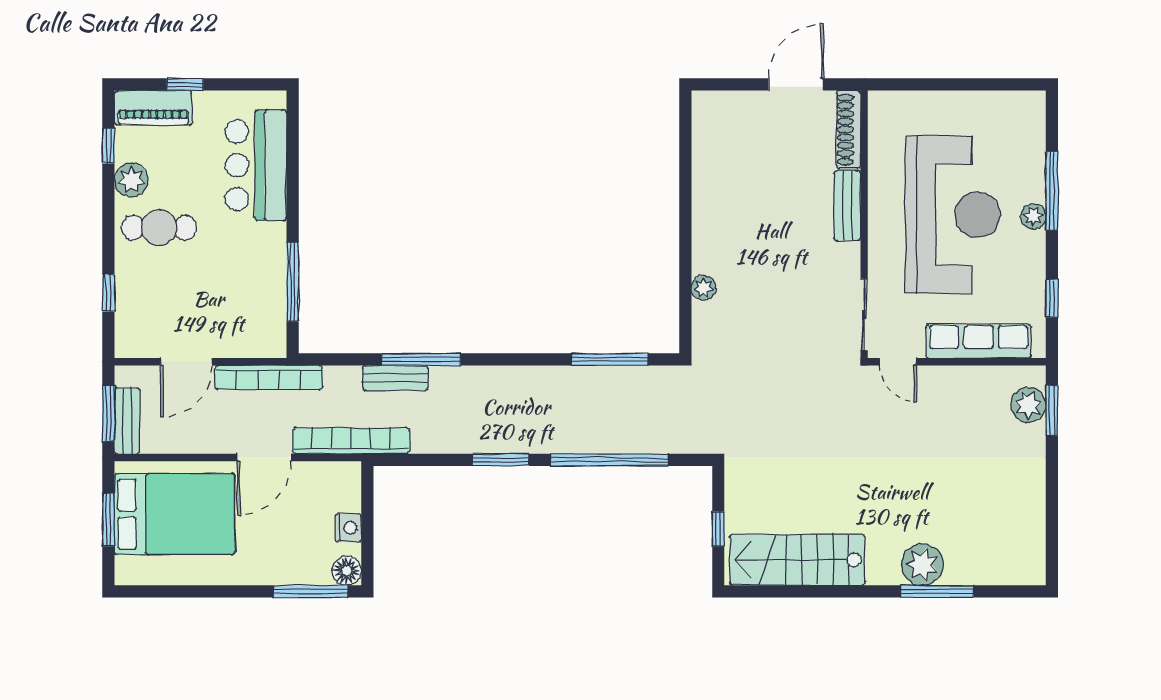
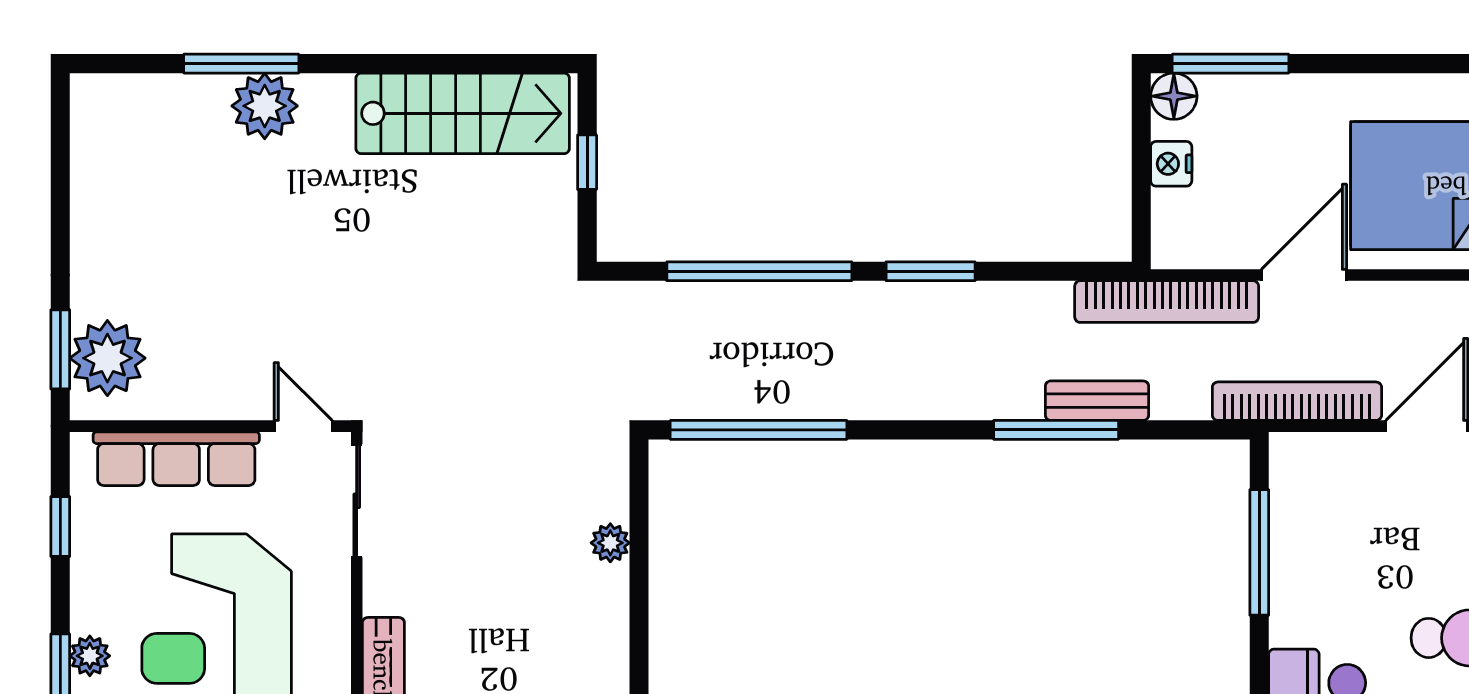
window: (610, 359) -> (759, 430), width x1.46
plant: (1028, 405) -> (107, 358), width x1.36, depth x1.36

